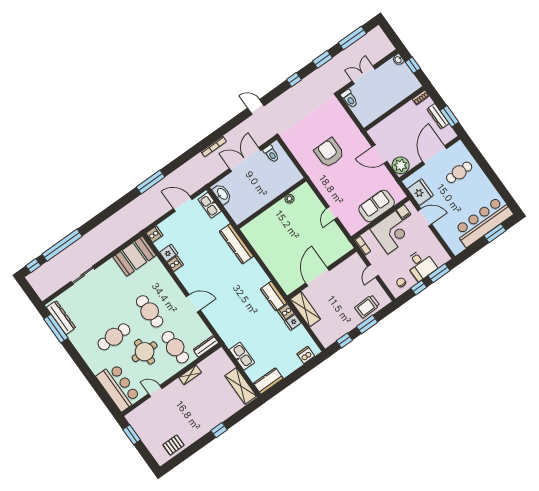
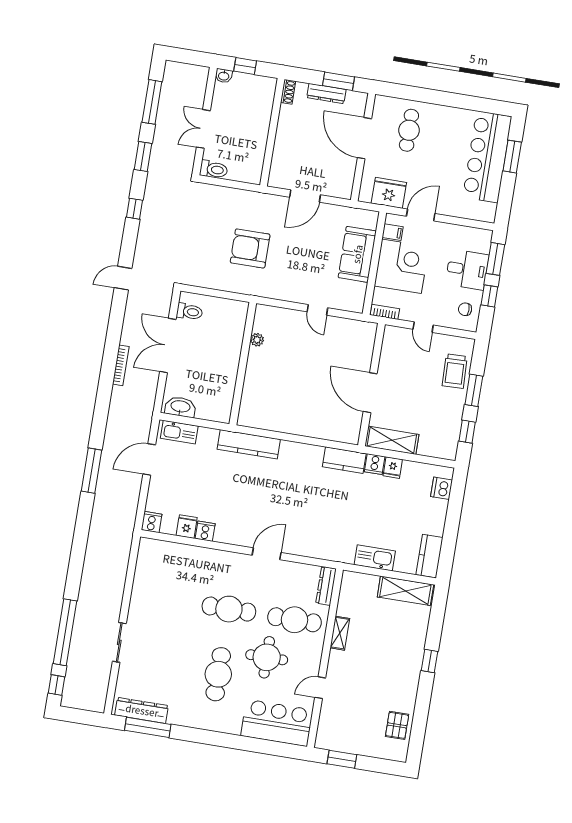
plant: (401, 165) -> (339, 185), removed
booth: (134, 256) -> (154, 566), removed

